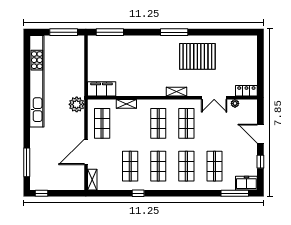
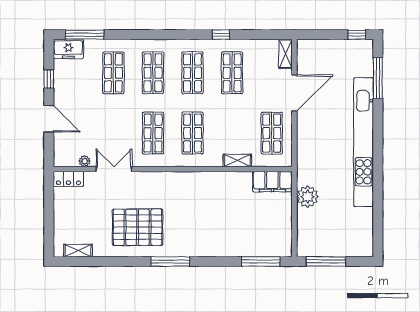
kitchen unit: (37, 81) -> (364, 142), moved
shelving: (176, 92) -> (78, 251), moved
plant: (77, 104) -> (308, 197), moved

